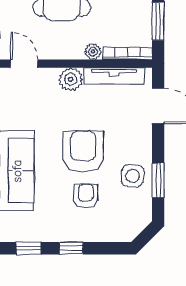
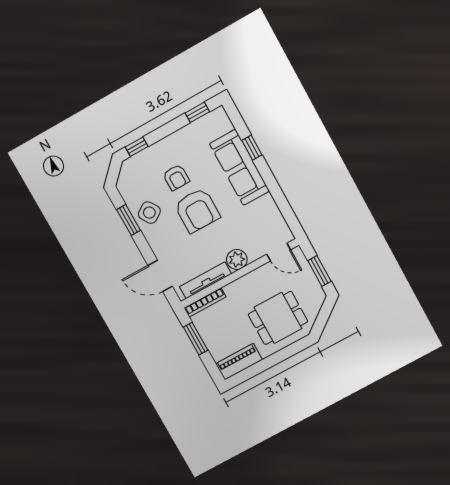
plant: (93, 52) -> (232, 290), removed
side table: (133, 176) -> (149, 213), turned -37
window: (71, 248) -> (137, 147), moved

